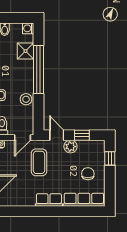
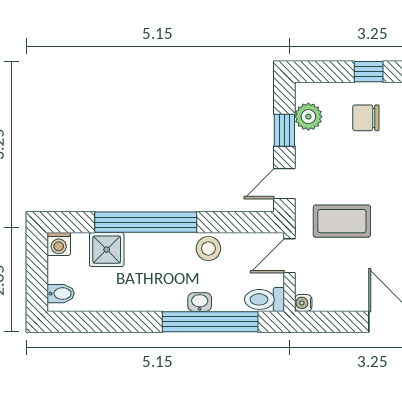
door: (23, 138) -> (290, 256), swing flipped
plant: (70, 147) -> (308, 117), moved
window: (110, 158) -> (369, 72), moved

